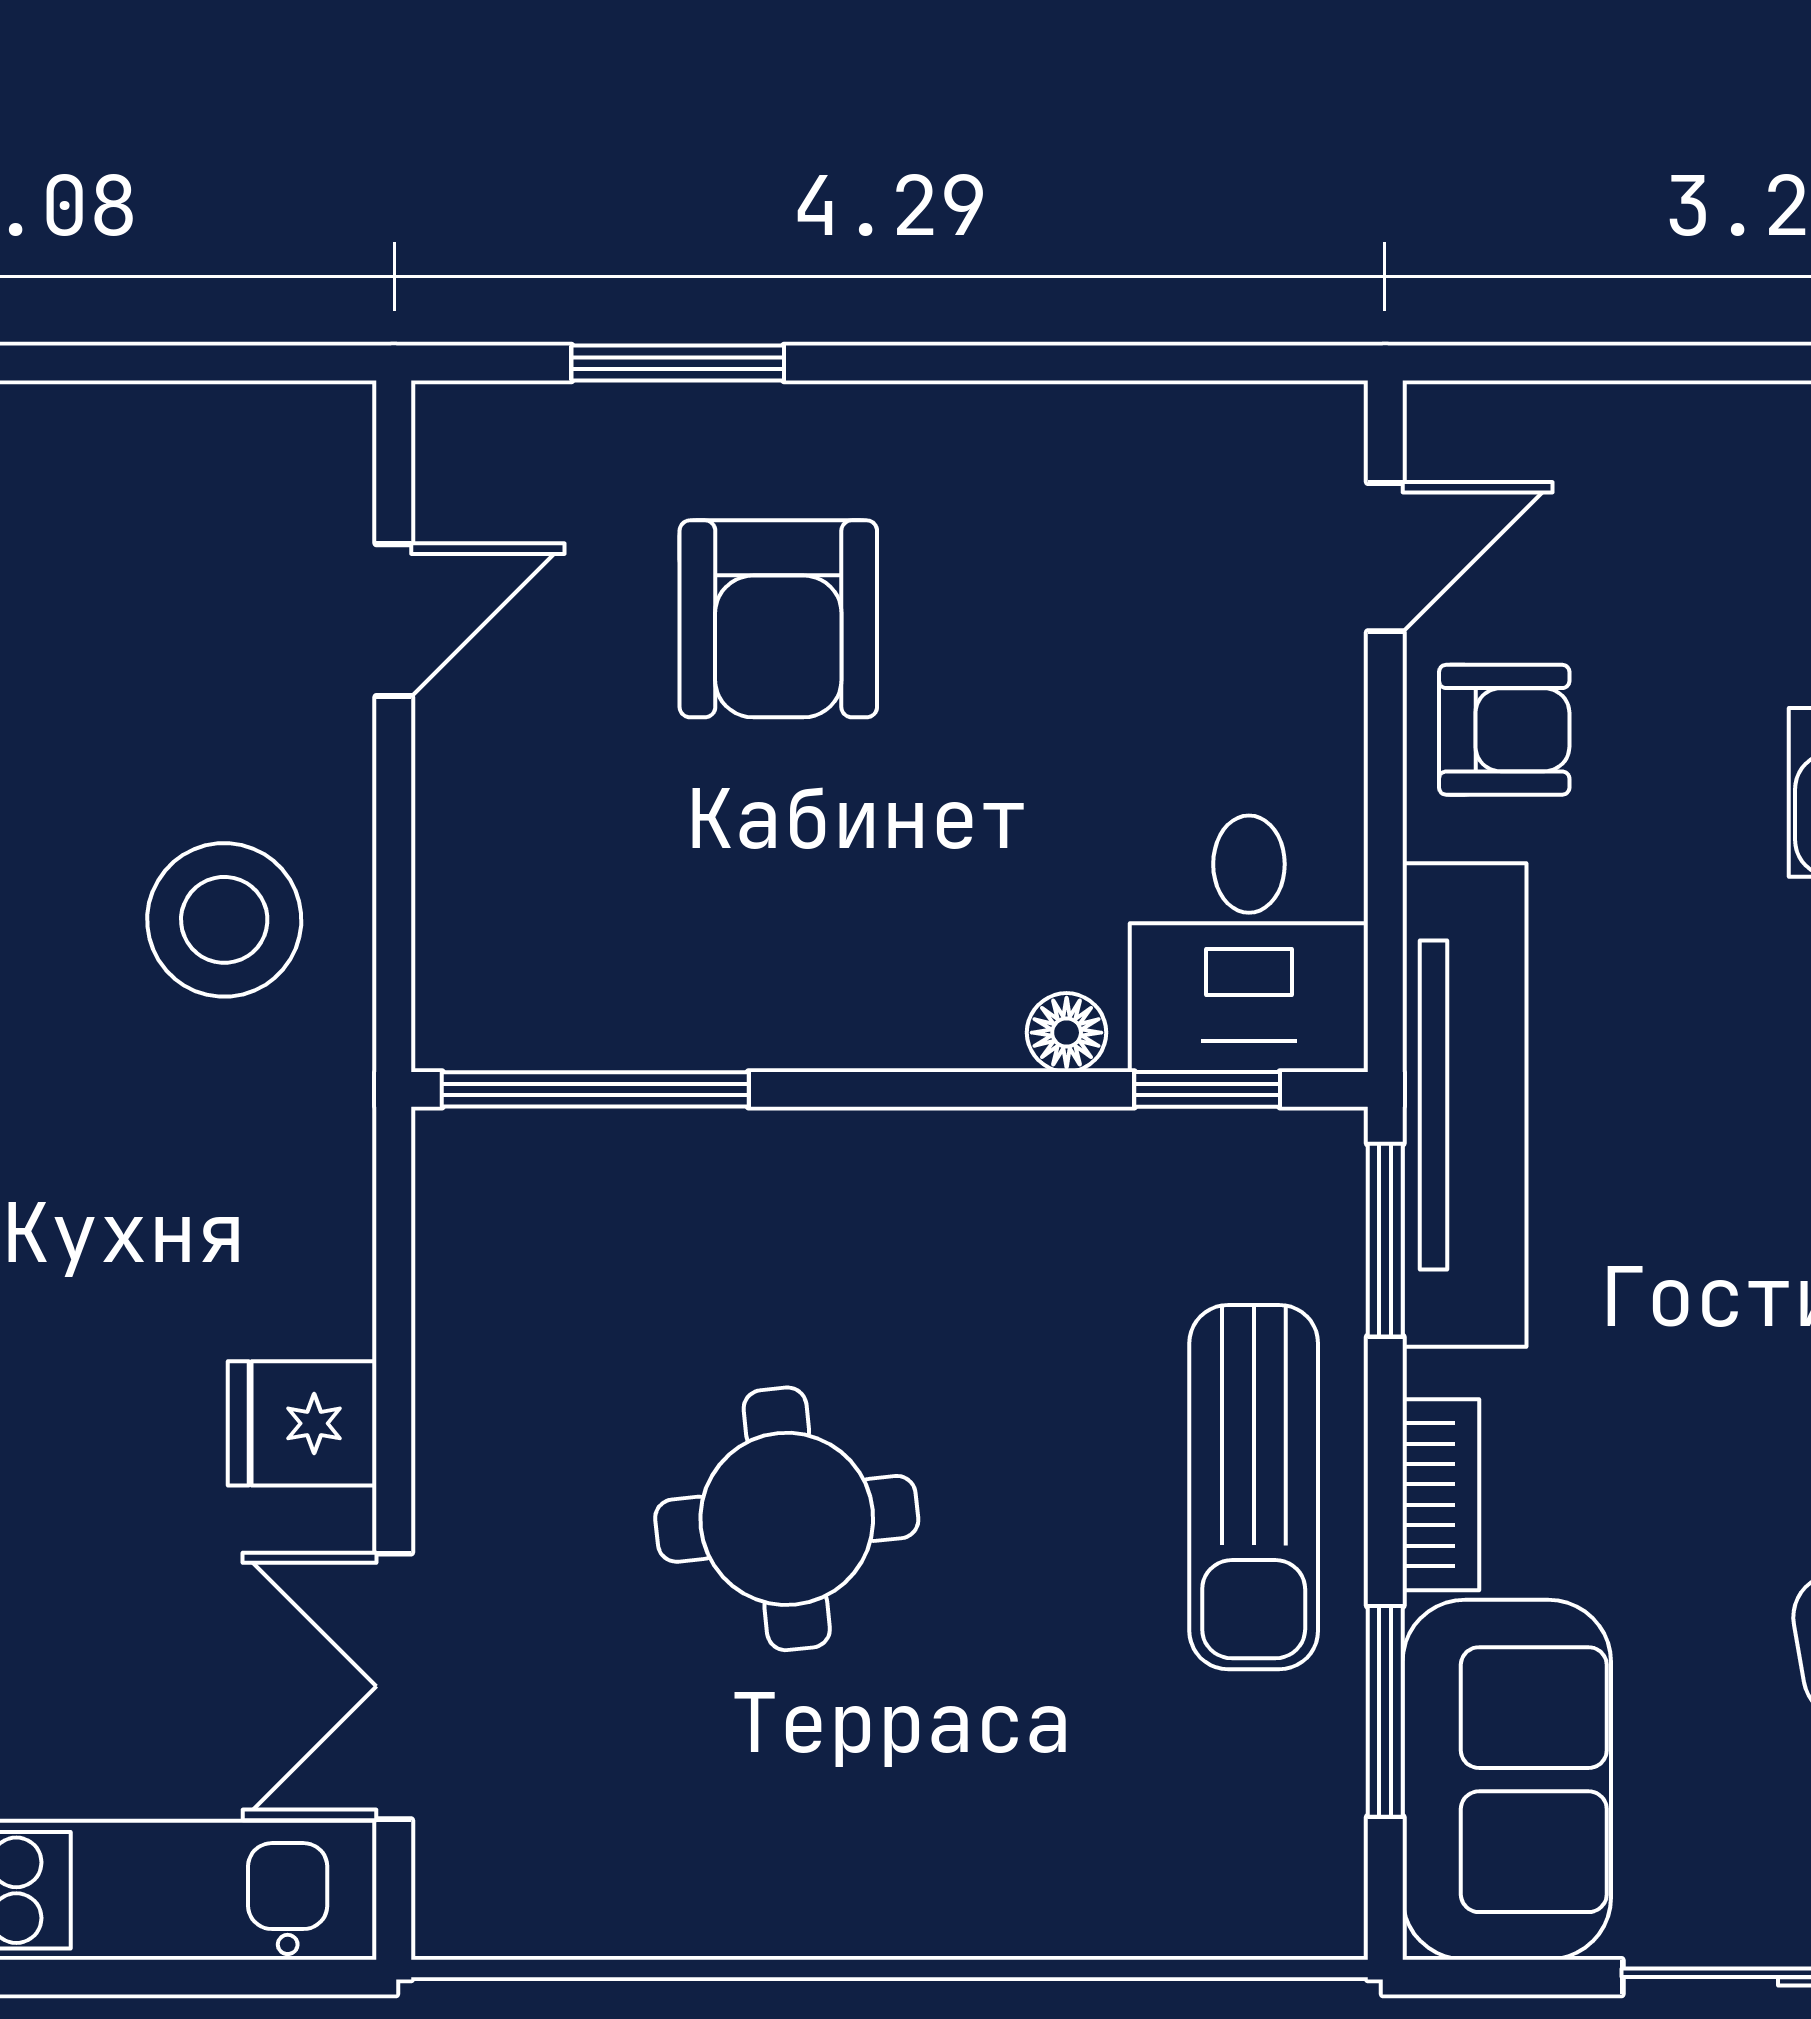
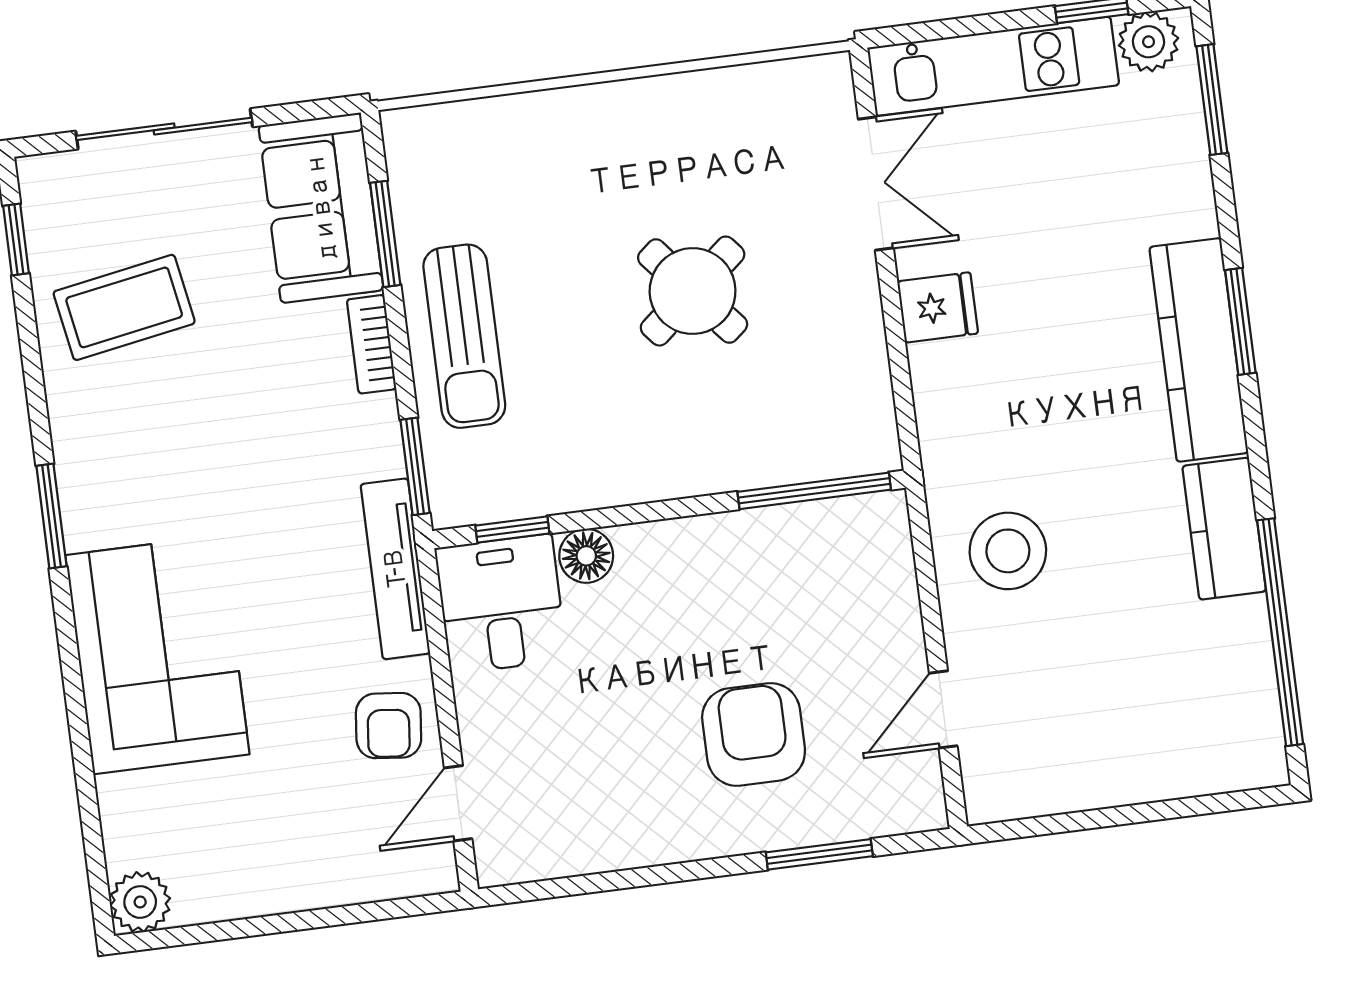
armchair: (1504, 730) -> (389, 726), turned -84
floor lamp: (1067, 1033) -> (586, 556), width x1.37, depth x1.37
tv unit: (1464, 1105) -> (395, 569), width x0.73, depth x0.78
sun lounger: (1254, 1487) -> (464, 336), turned 180
round table: (787, 1519) -> (693, 291), turned -34

